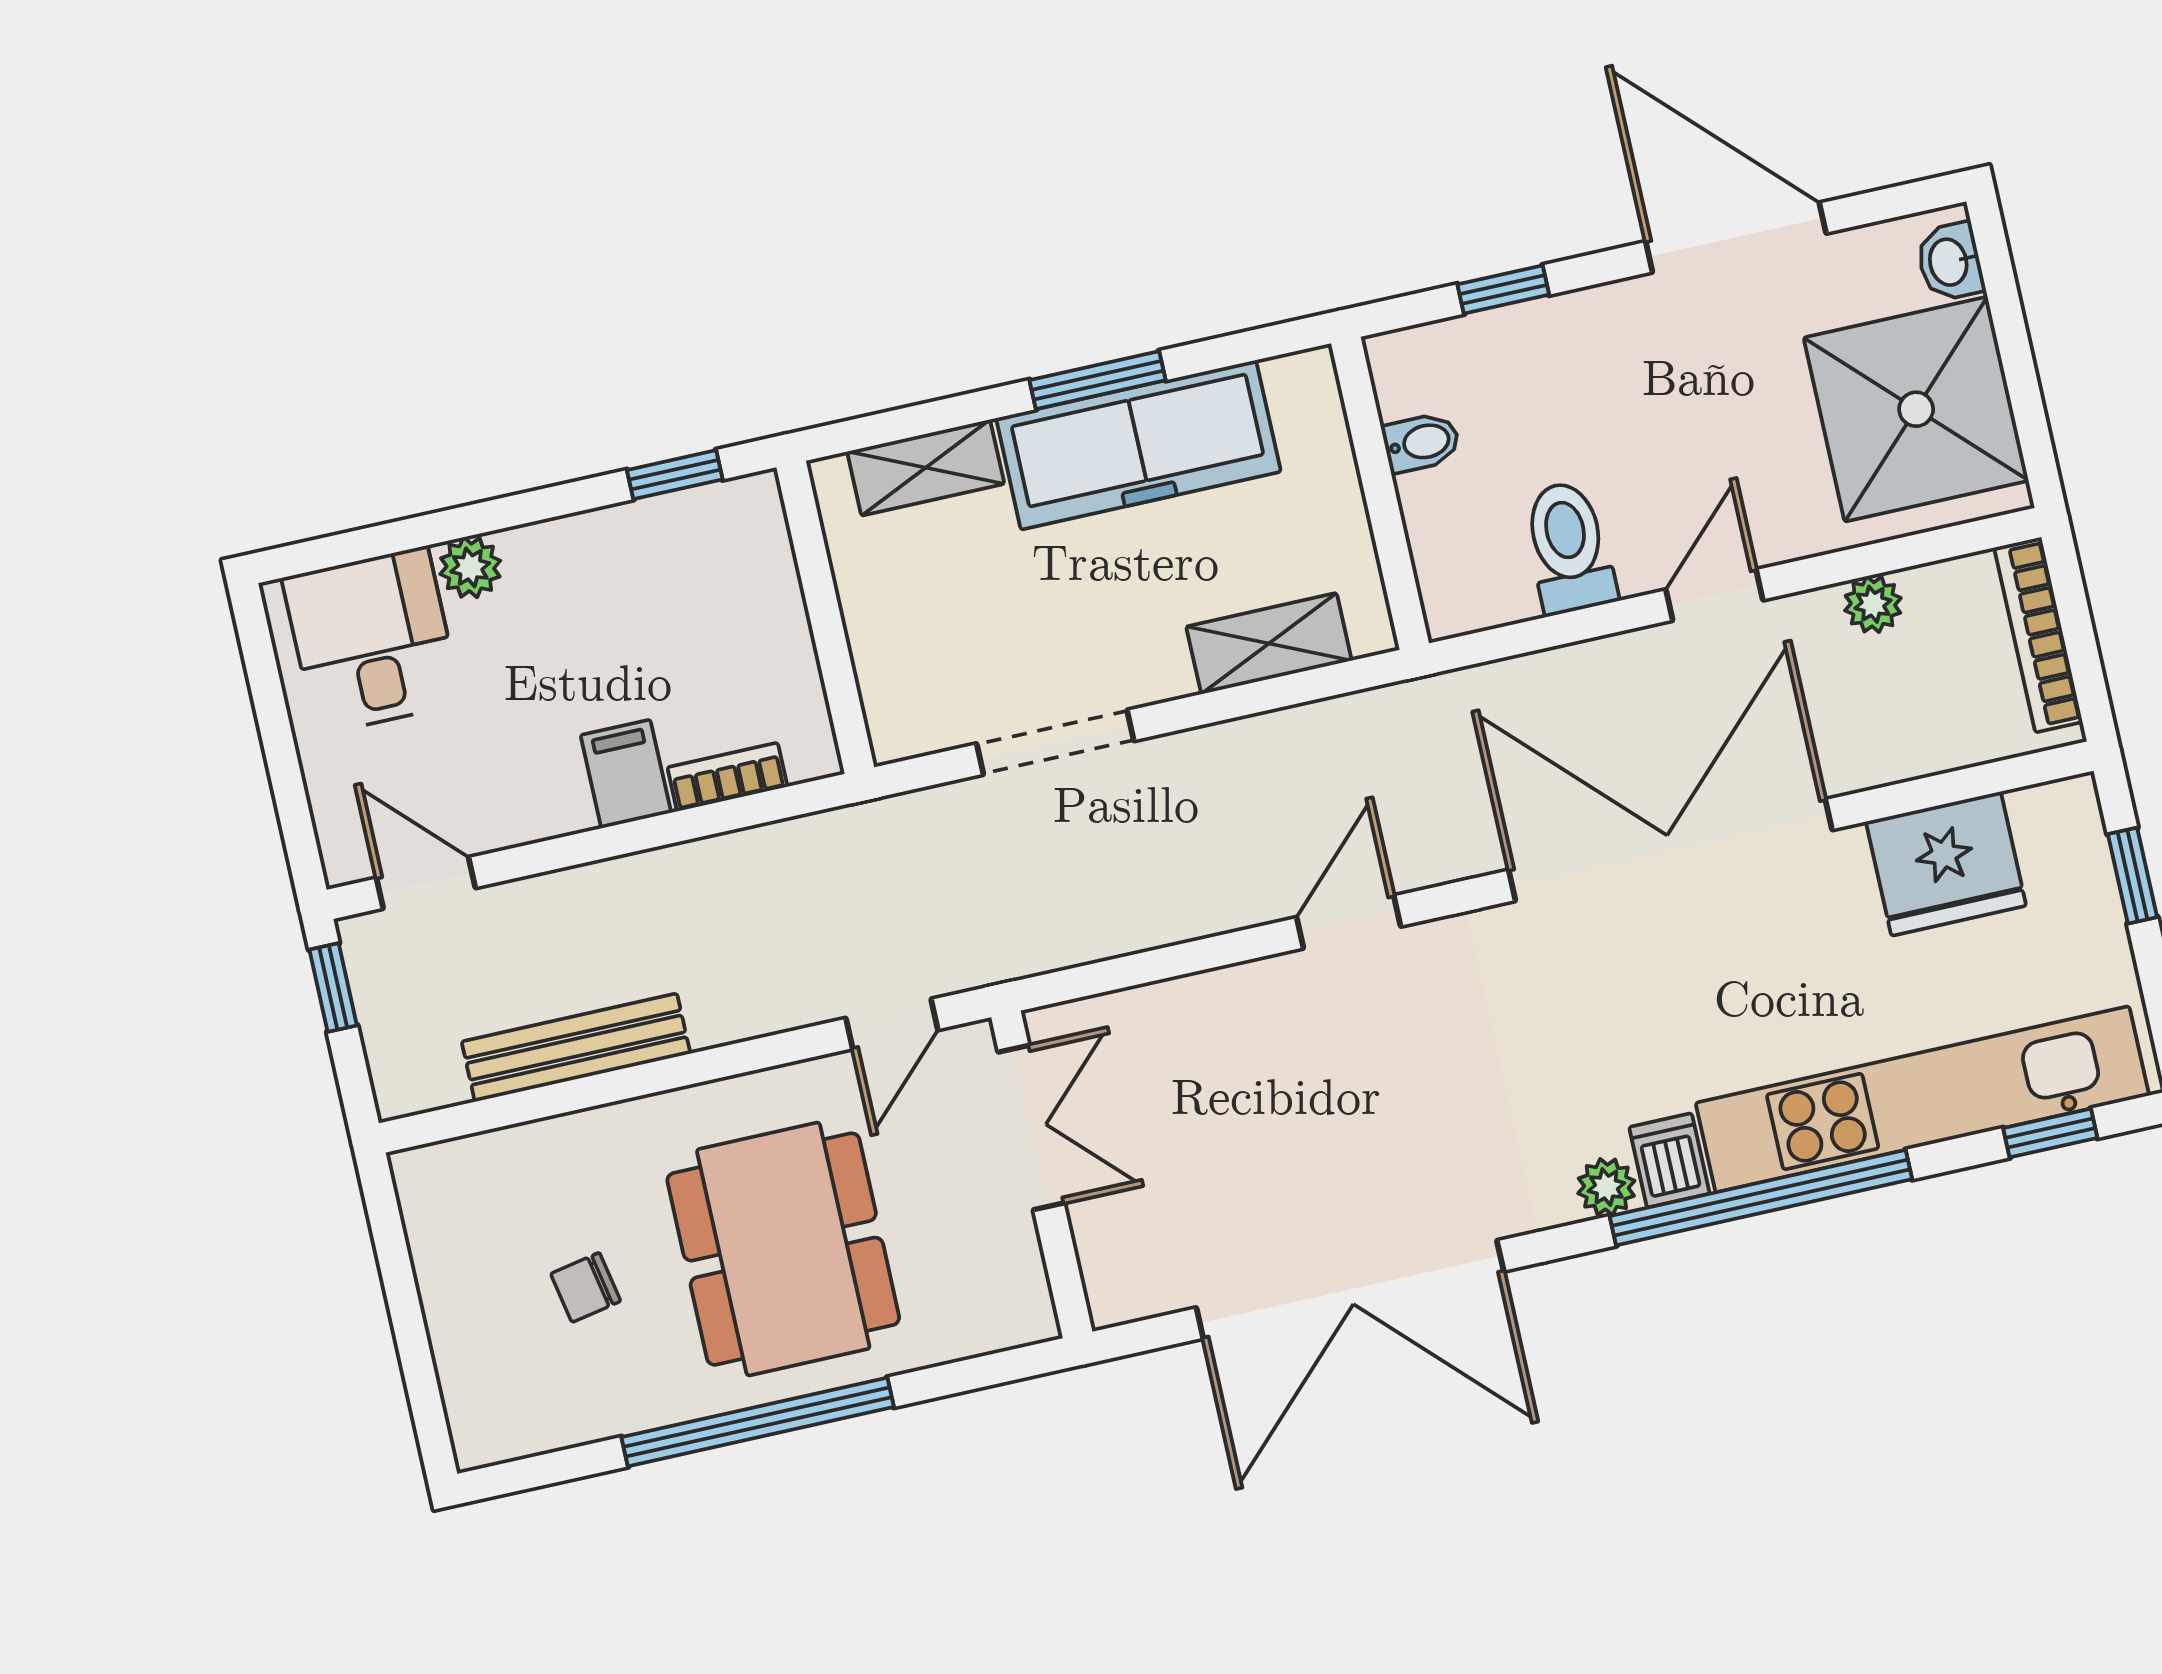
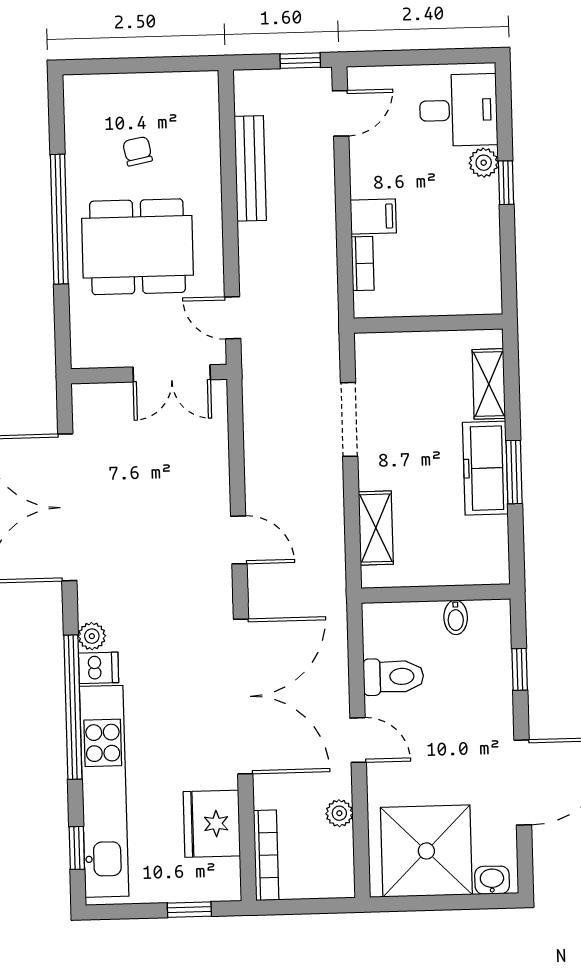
freezer: (1138, 445) -> (485, 468), width x0.73, depth x0.79
window: (675, 475) -> (506, 183), moved
bookcase: (2038, 635) -> (266, 855), moved, turned 90

